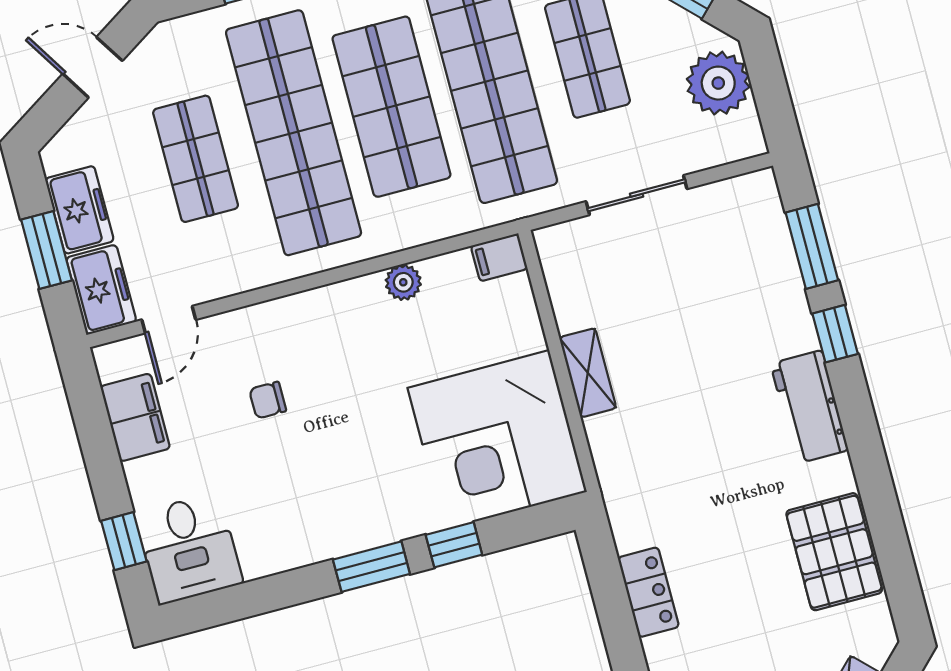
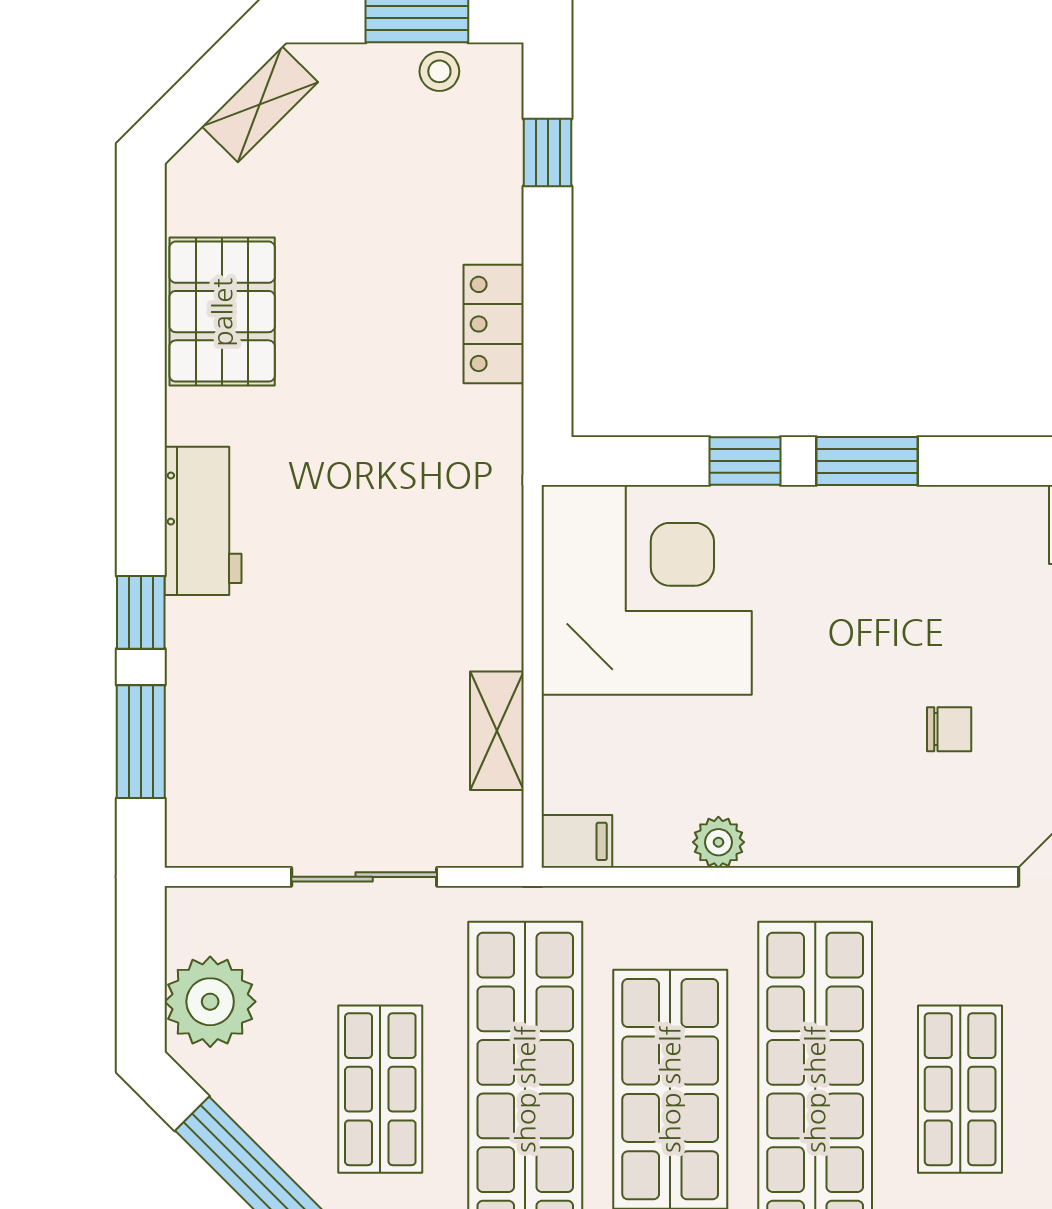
shelving: (588, 373) -> (497, 731), moved

